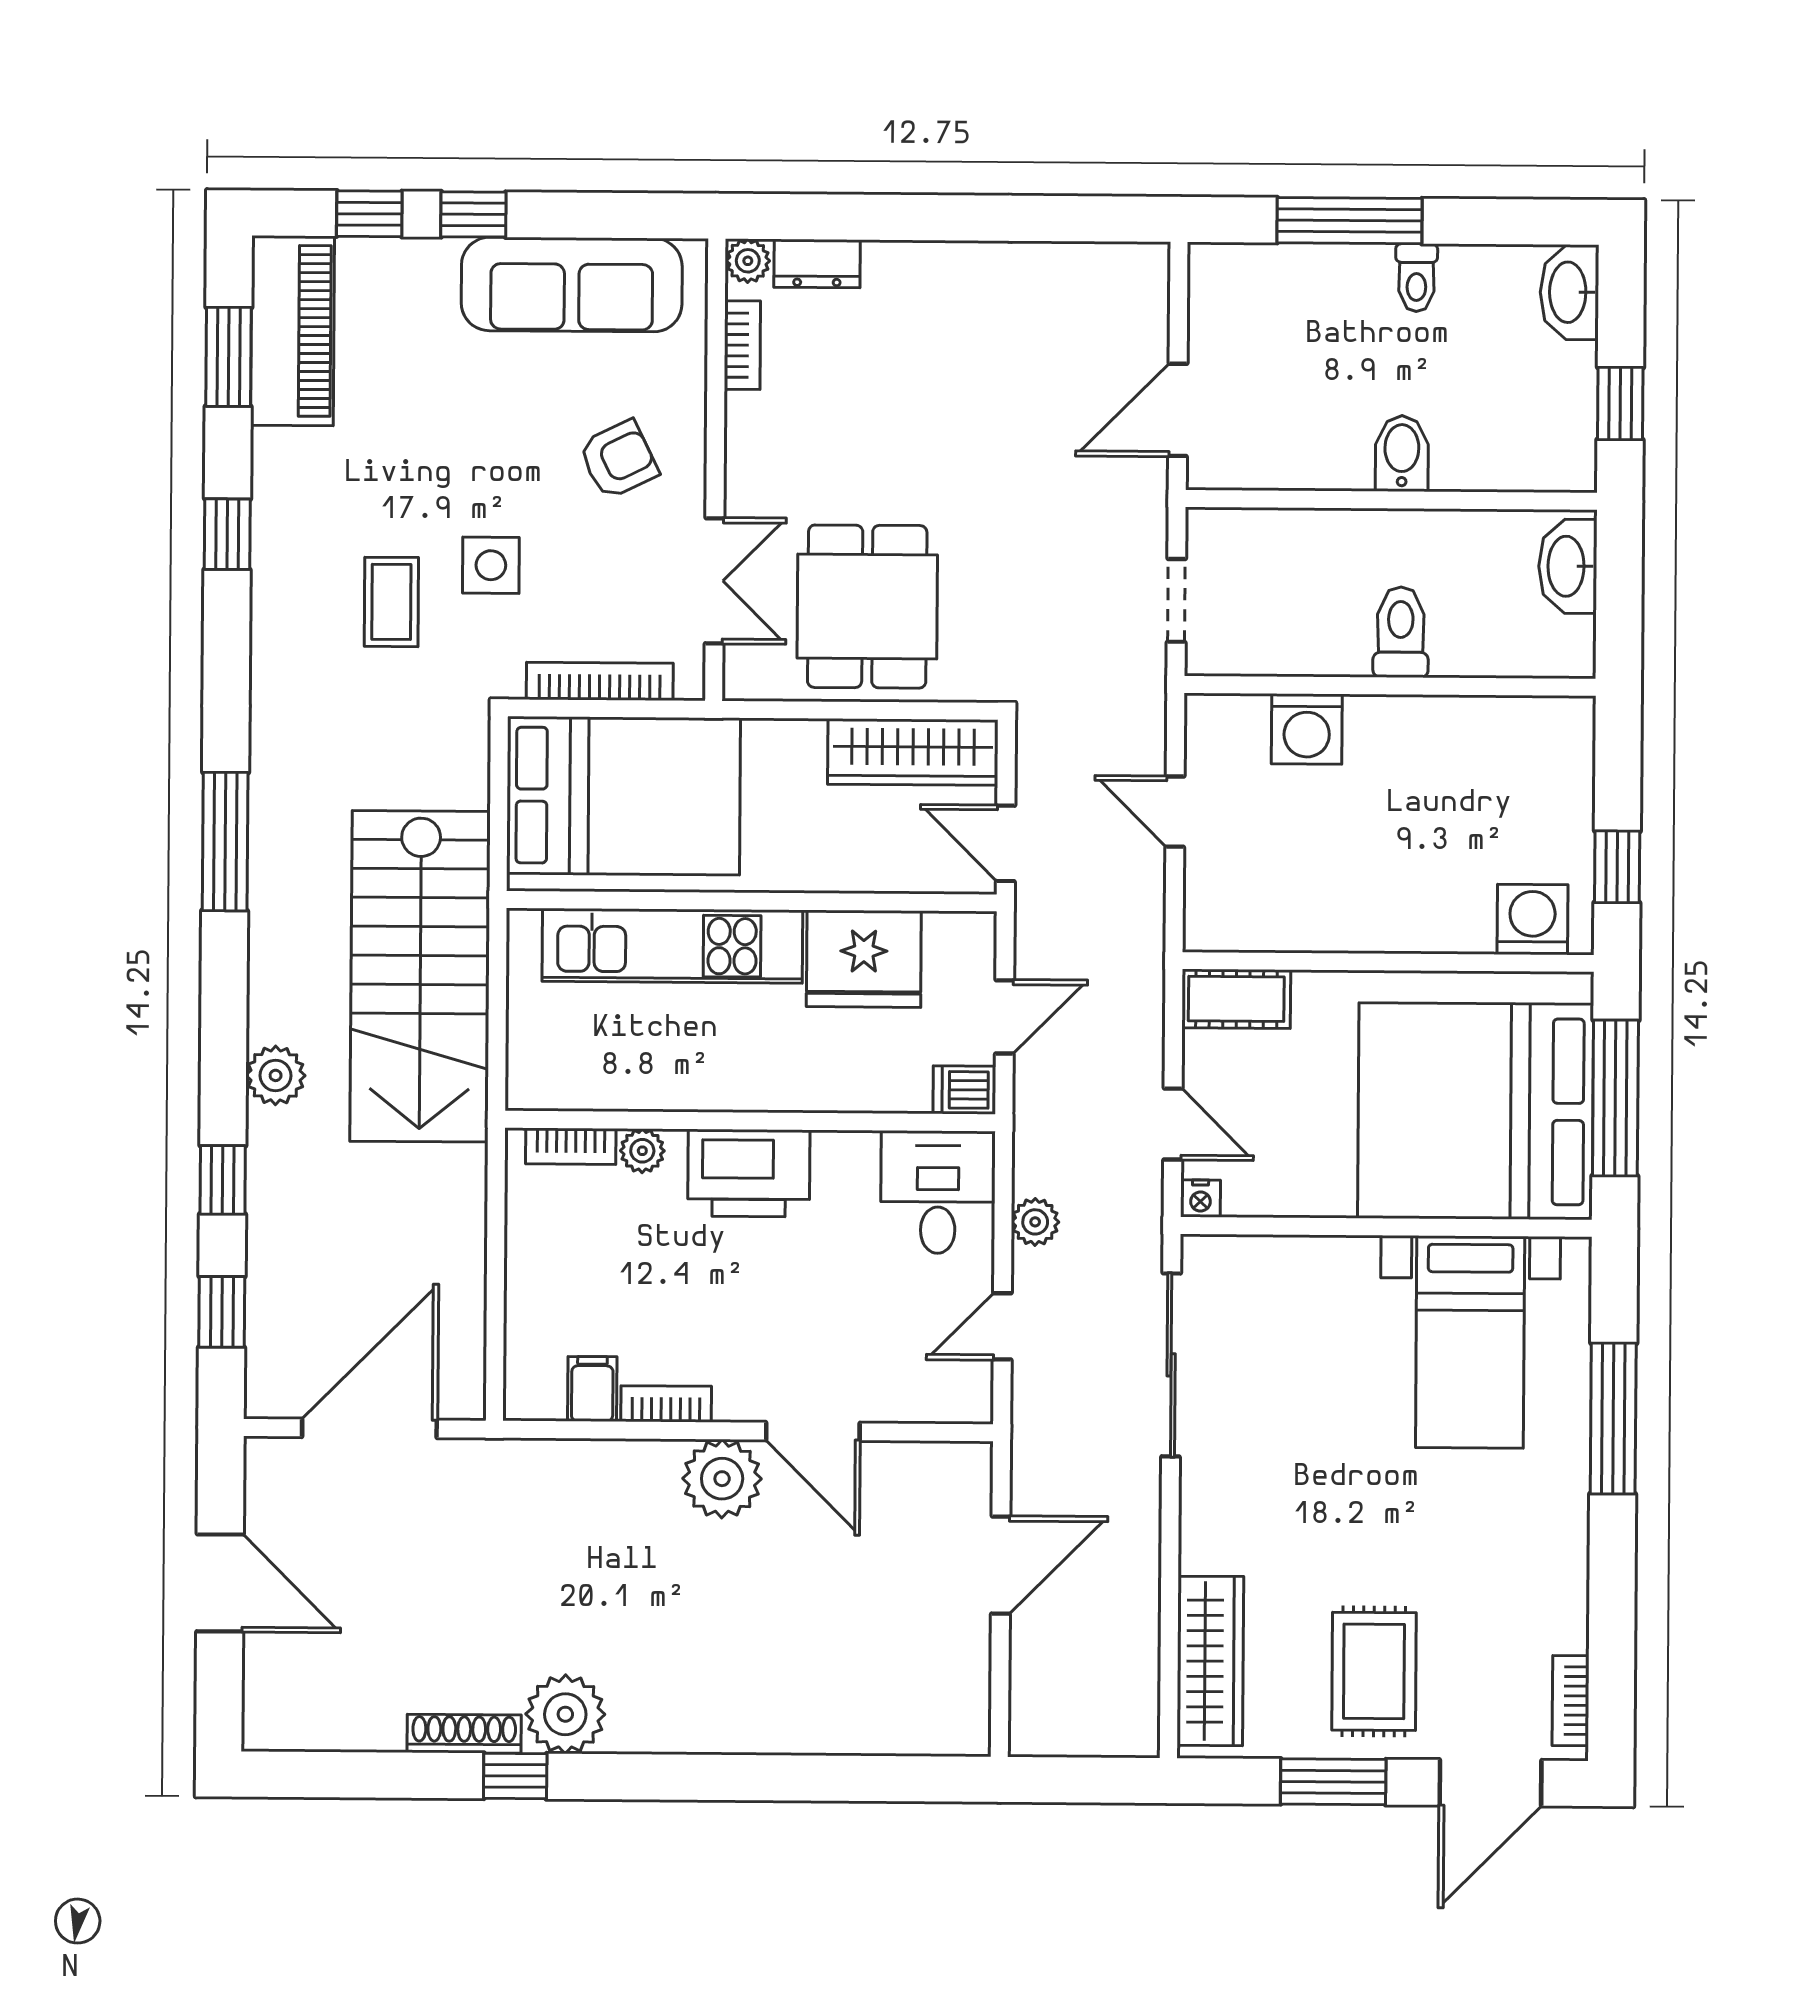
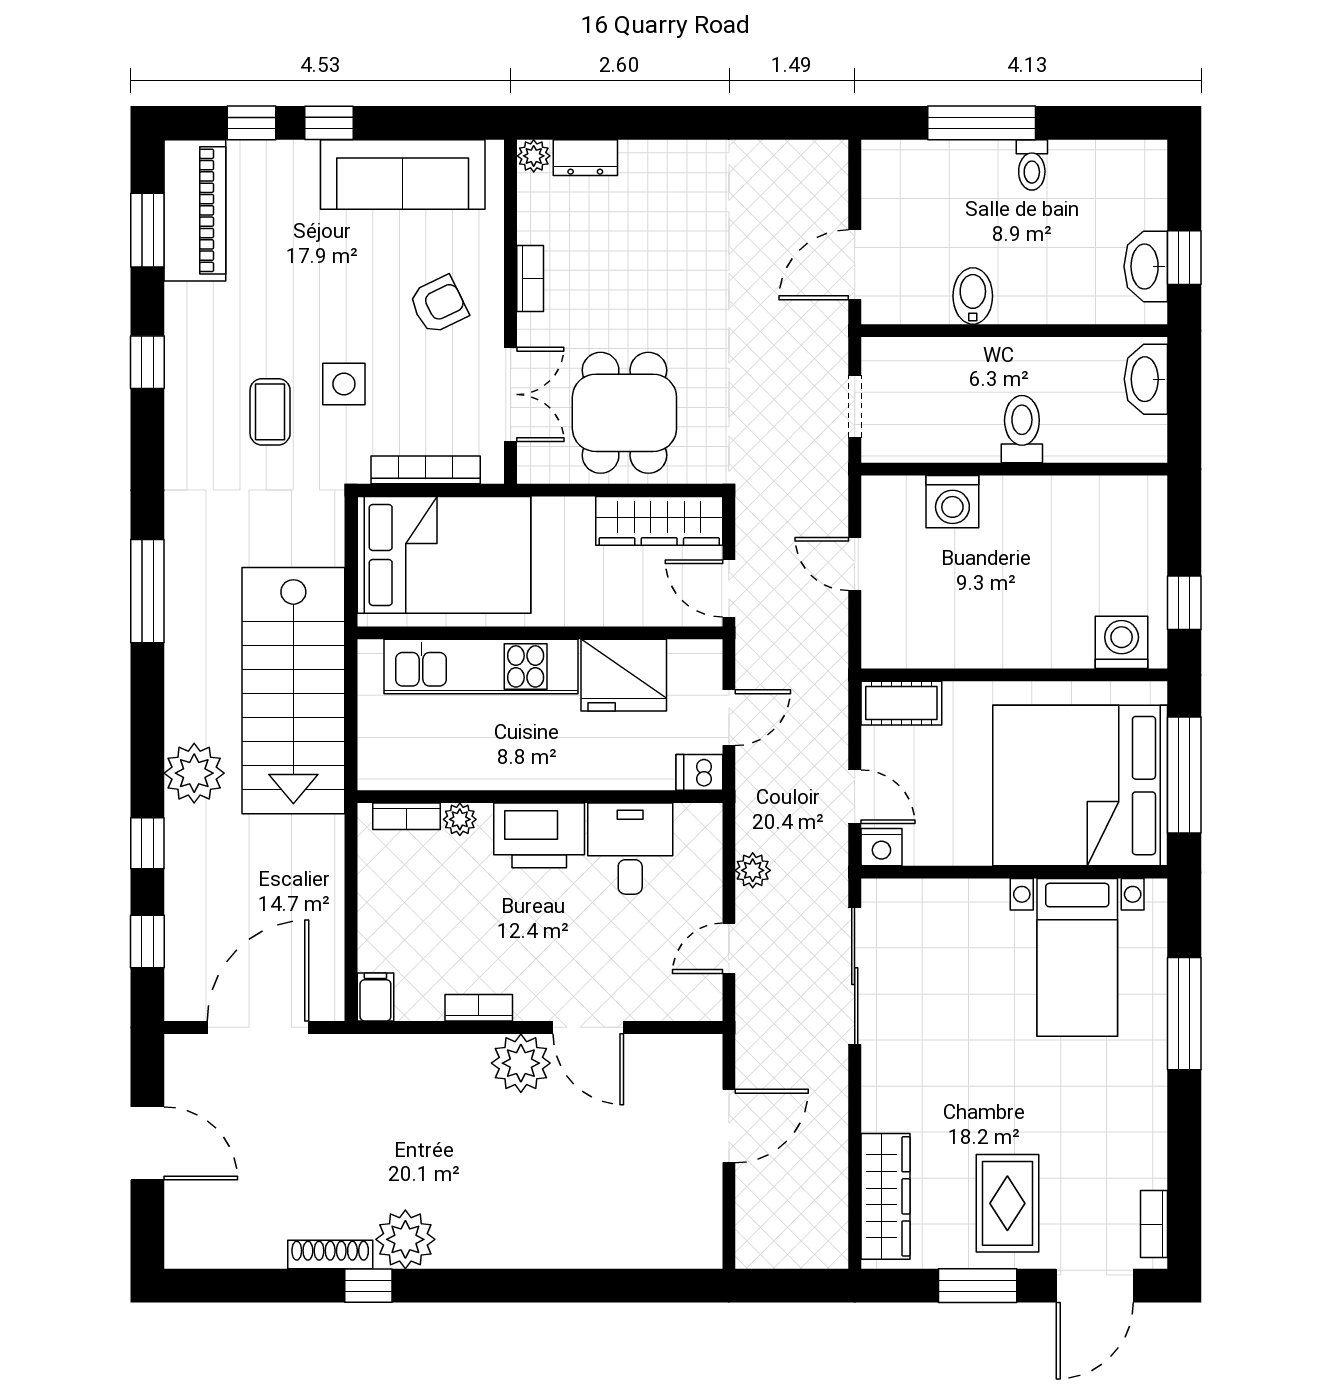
washbasin: (1569, 292) -> (1146, 266), moved
bookcase: (742, 345) -> (530, 279), moved
bidet: (1402, 453) -> (973, 296), moved
plant: (276, 1075) -> (194, 773), width x1.36, depth x1.36
desk: (938, 1192) -> (630, 849), moved
nightstand: (1200, 1199) -> (881, 847), width x1.39, depth x1.35
filing cabinet: (592, 1389) -> (375, 997), moved

